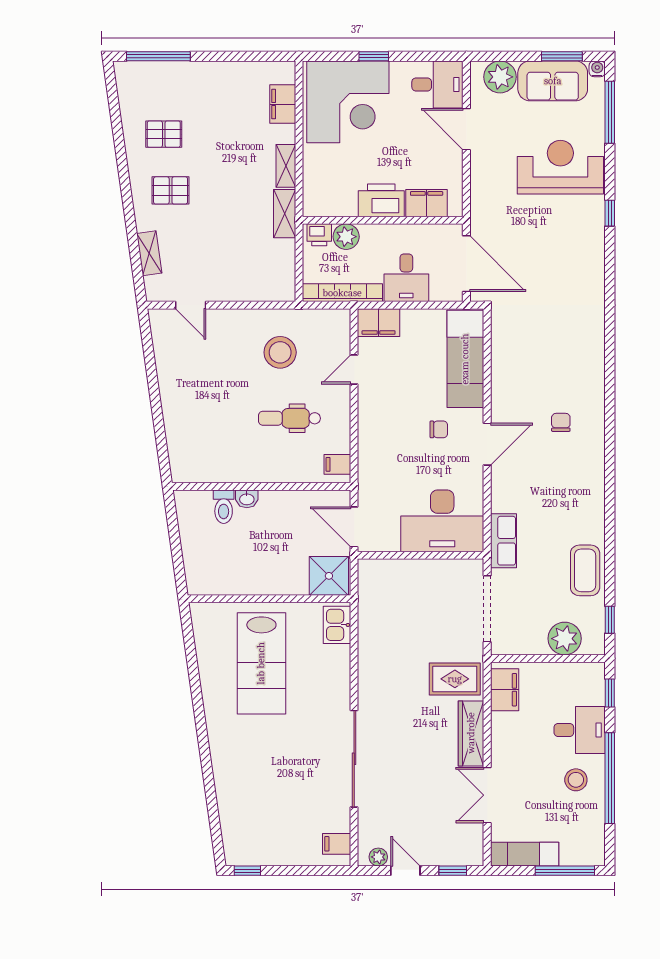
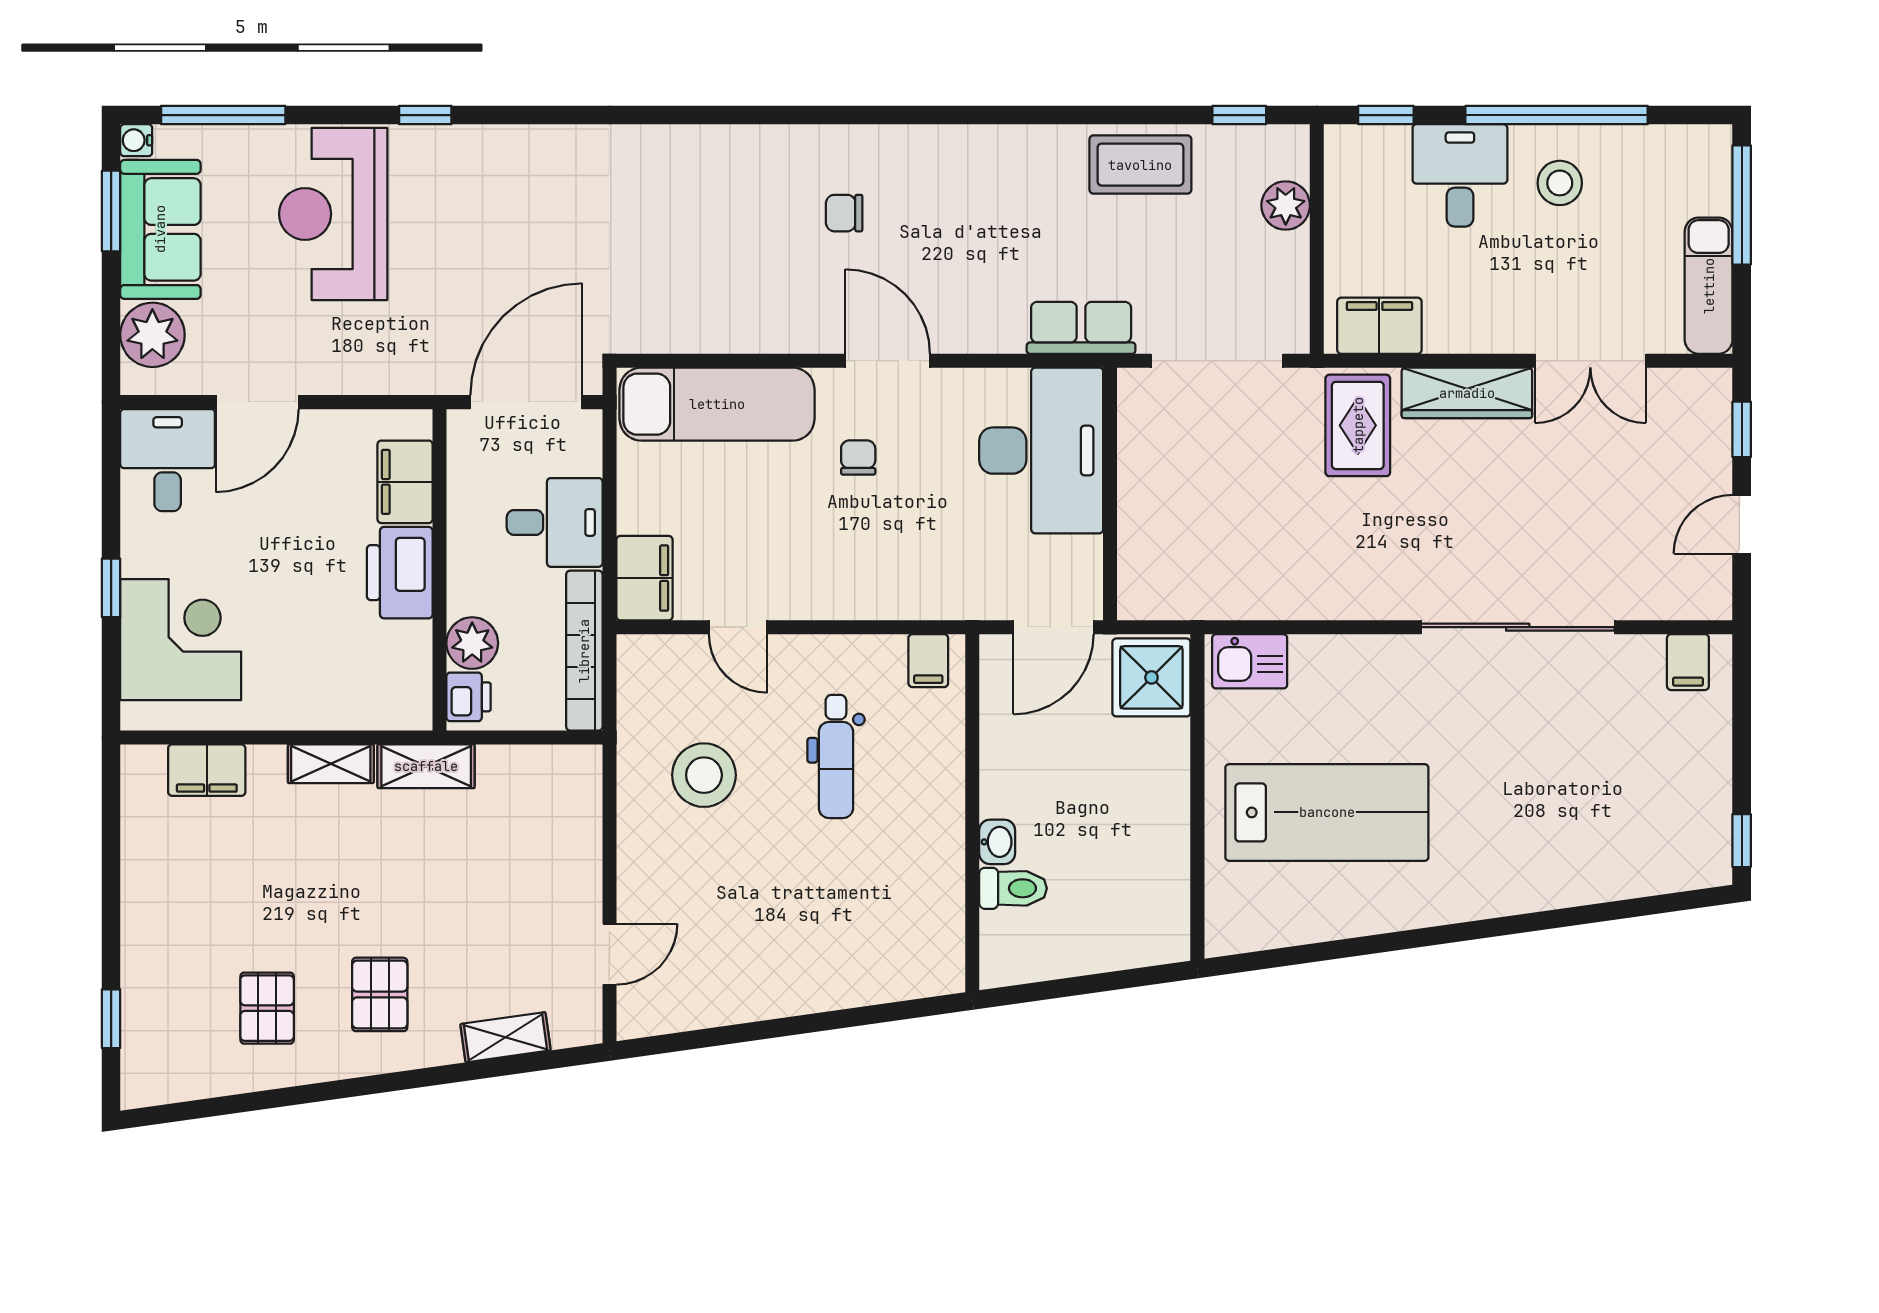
window: (158, 56) -> (111, 1019), width x0.46
corner desk: (348, 102) -> (181, 640), width x0.74, depth x0.74
plant: (565, 639) -> (1286, 205), width x0.73, depth x0.73
plant: (378, 857) -> (1714, 579), removed

